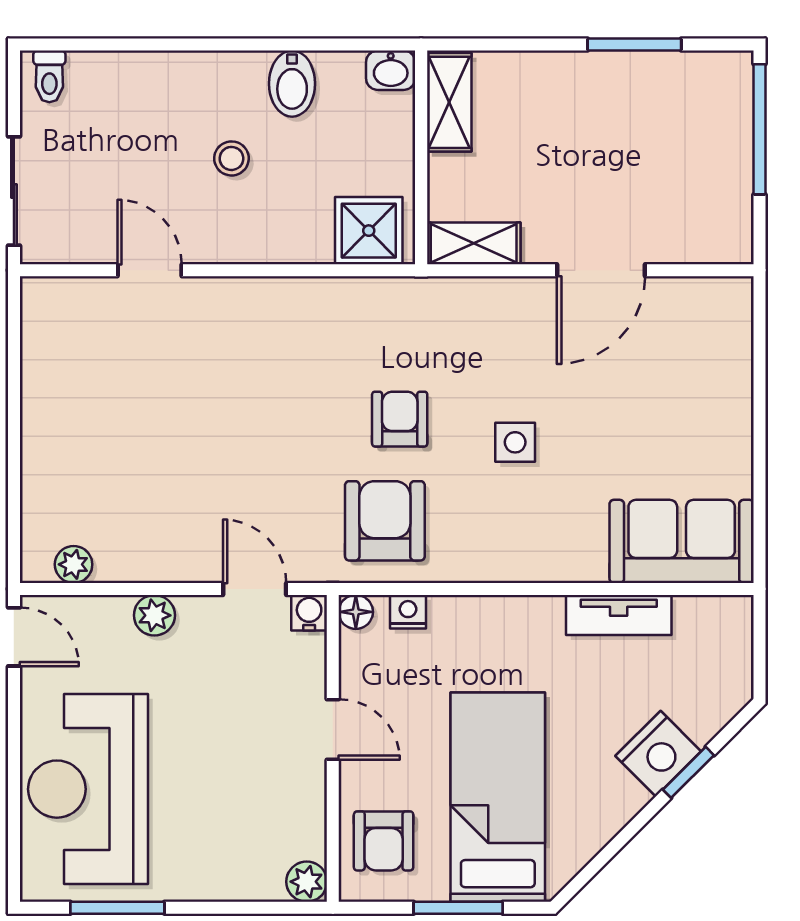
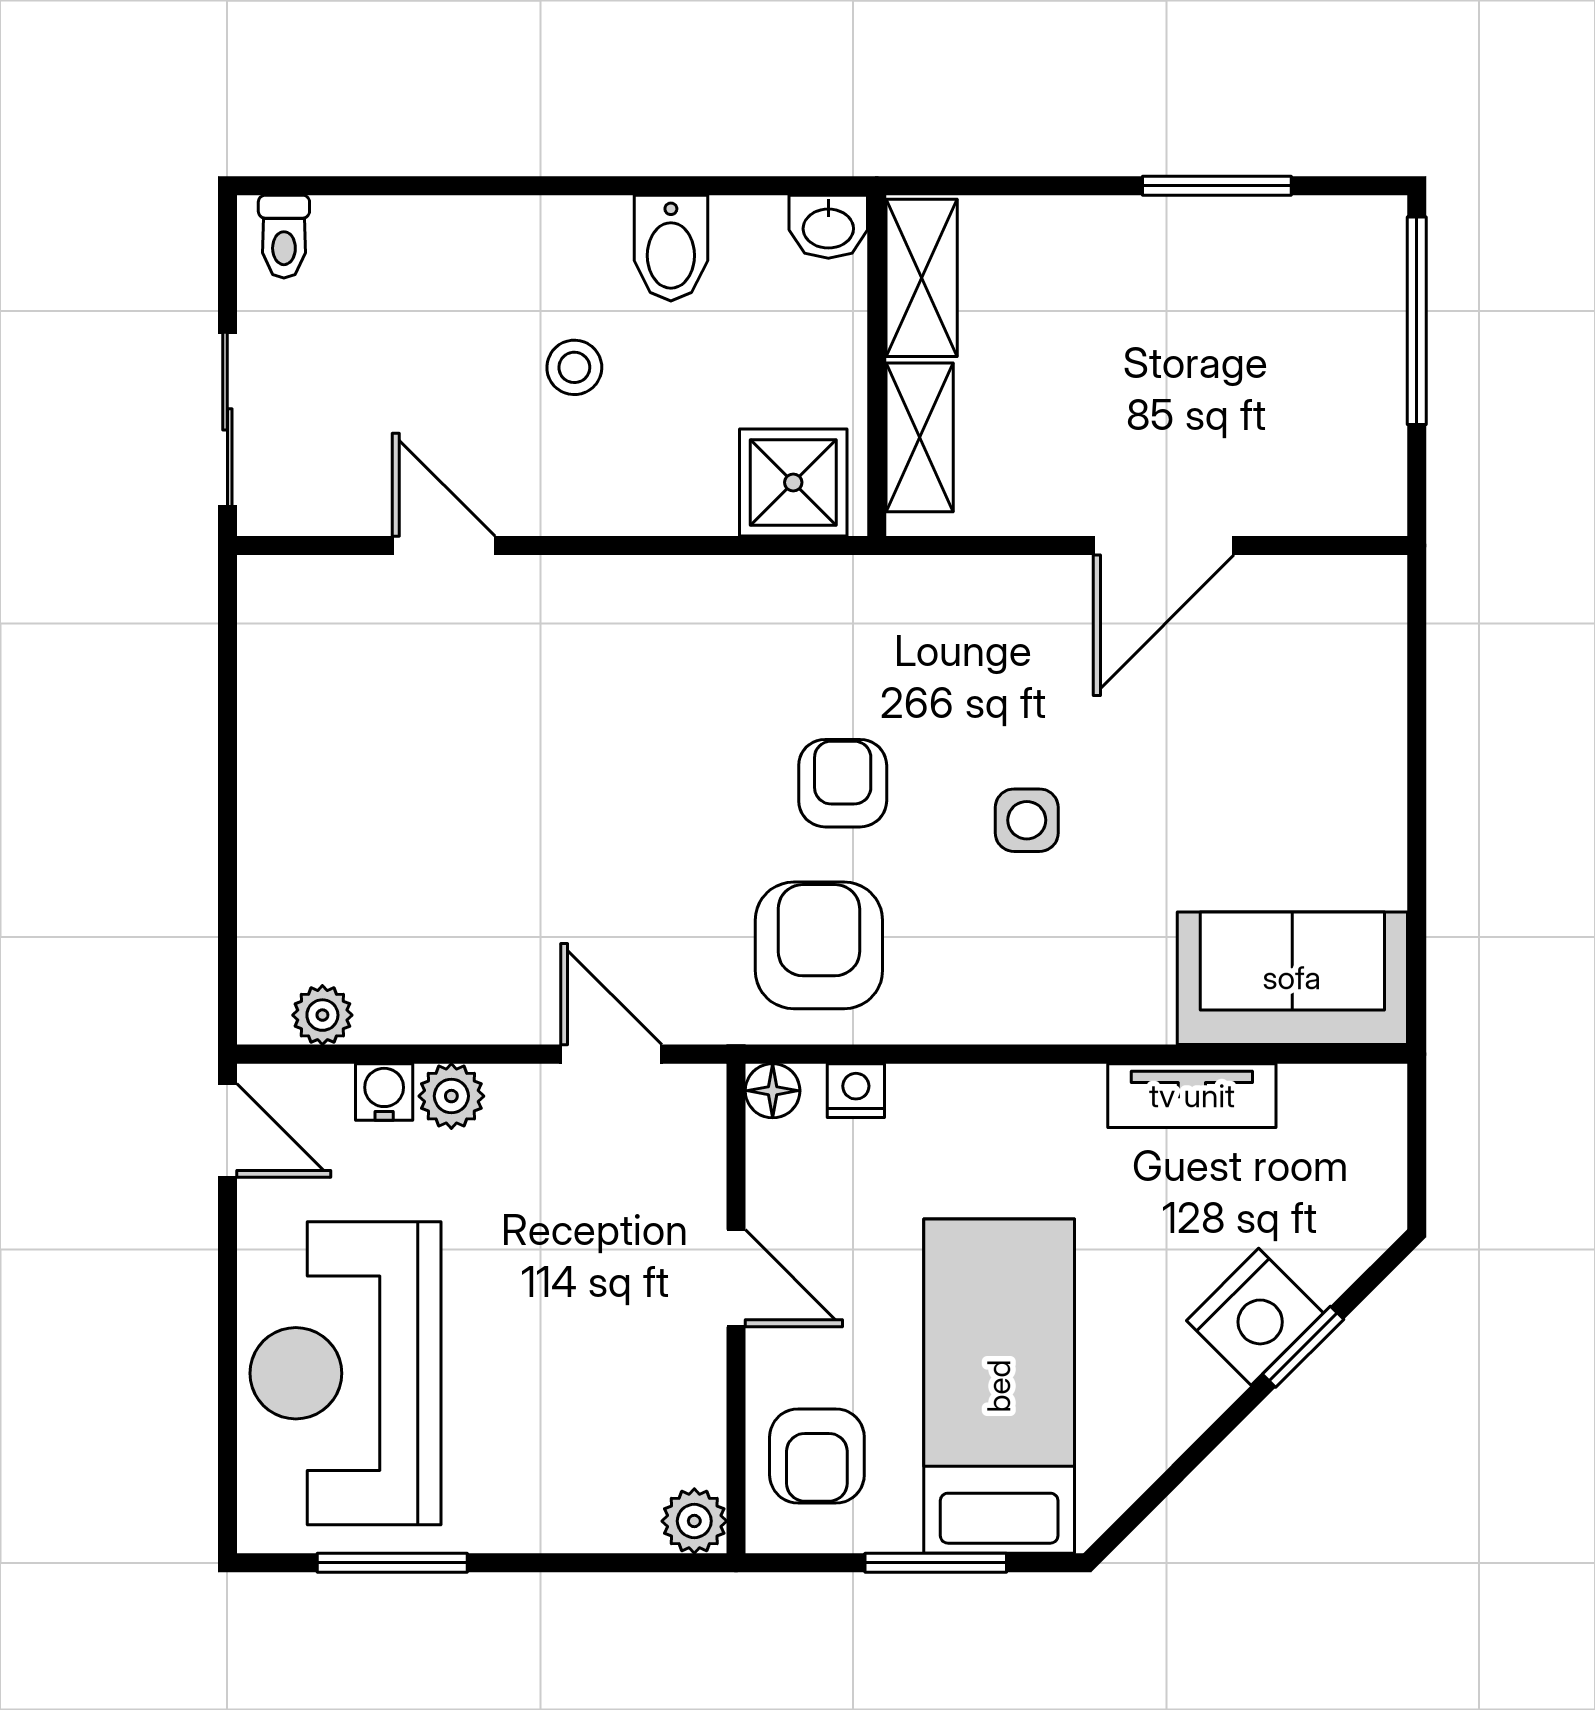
shelving: (474, 243) -> (920, 437), moved, turned 90
water cooler: (309, 613) -> (384, 1092), moved

